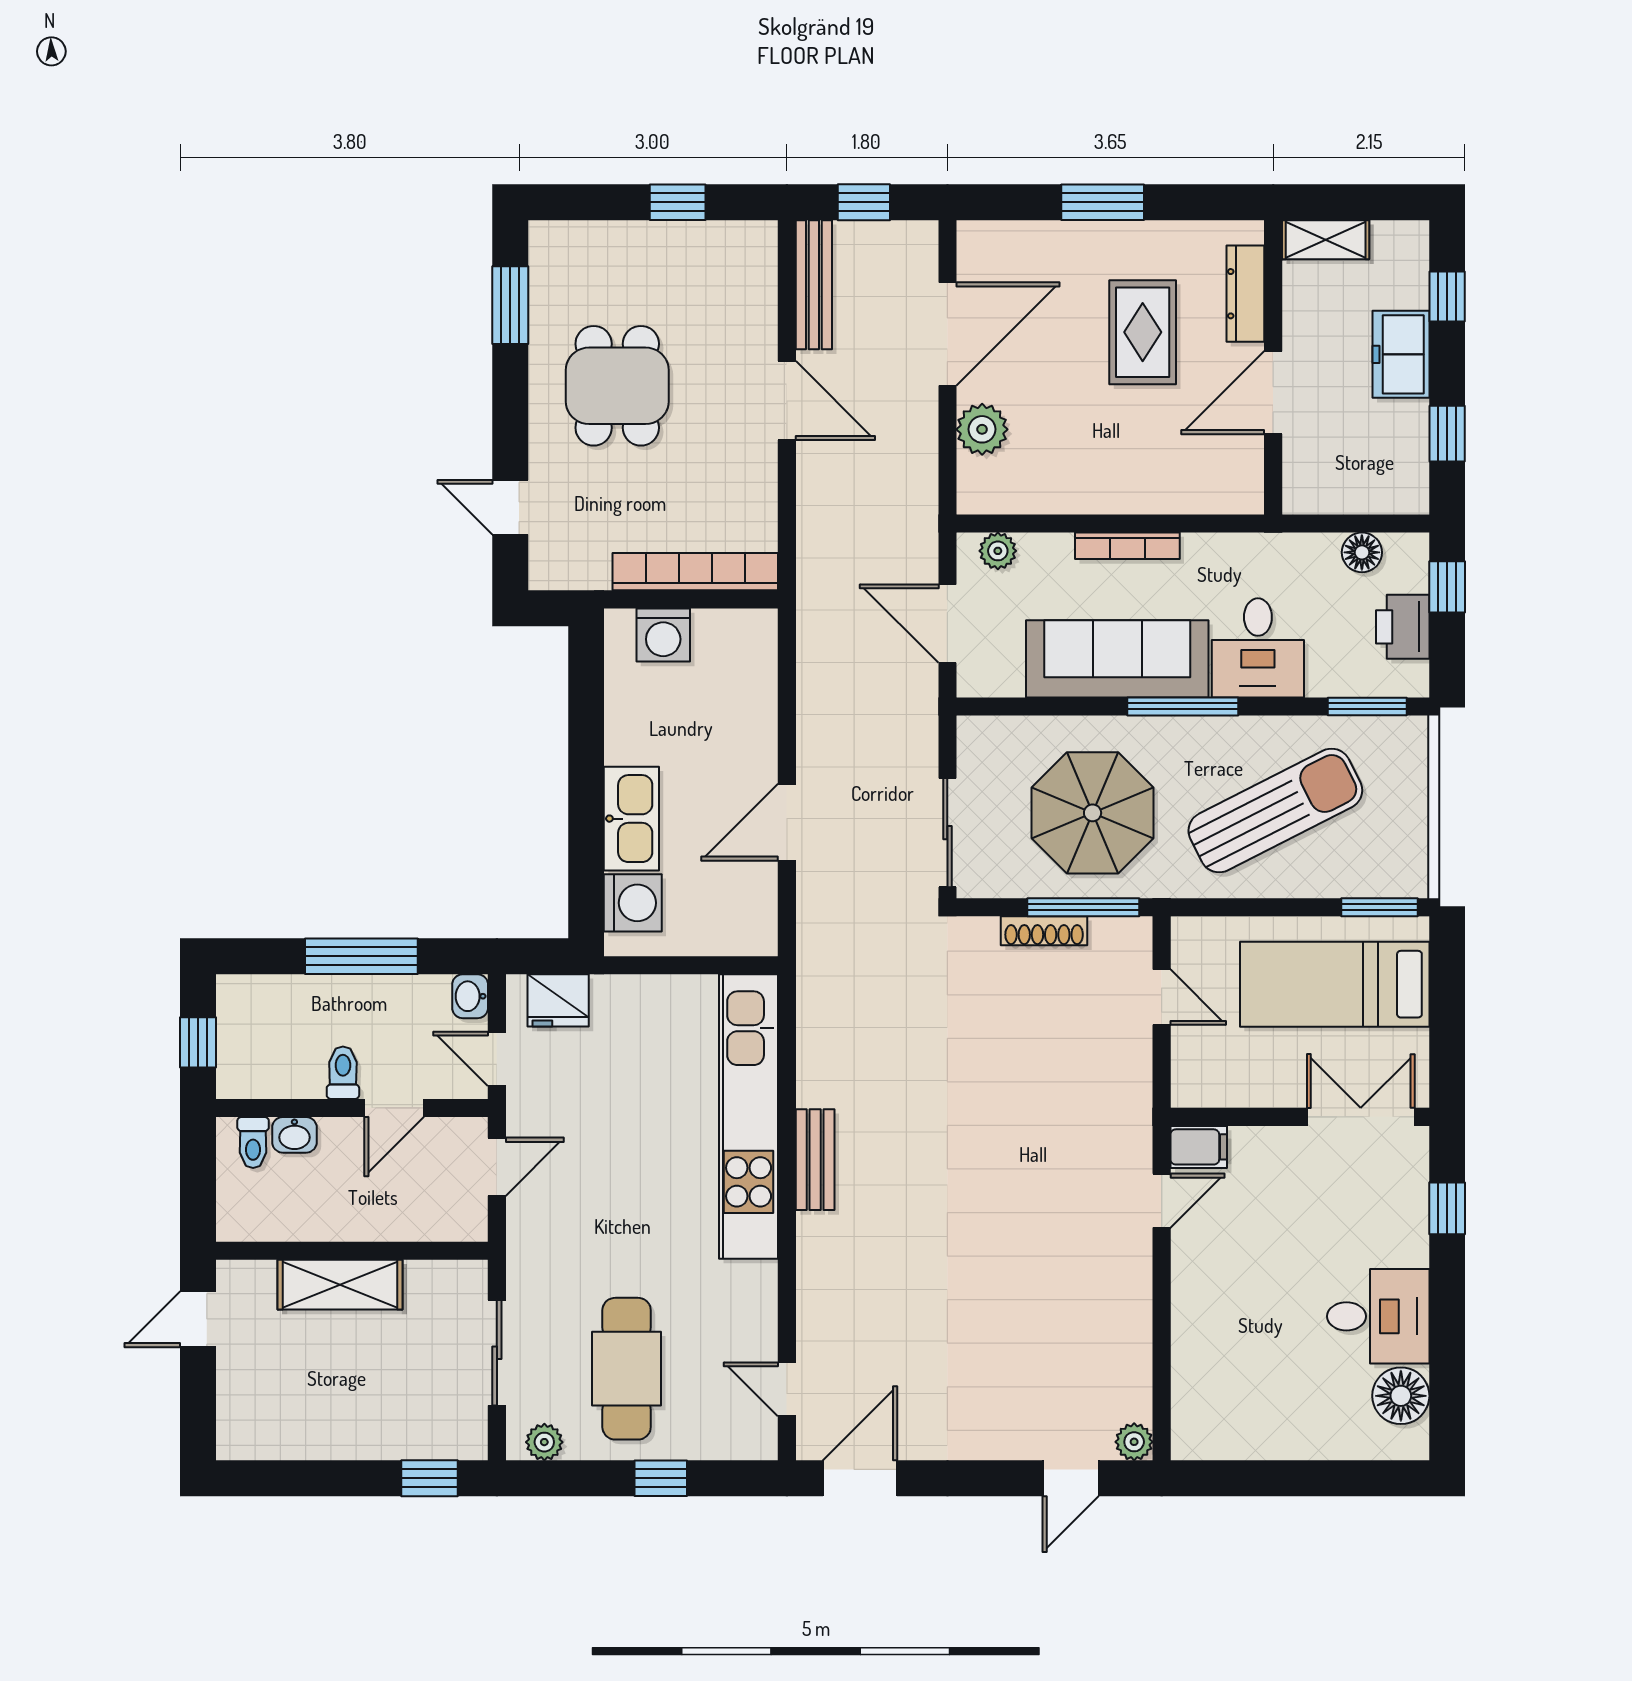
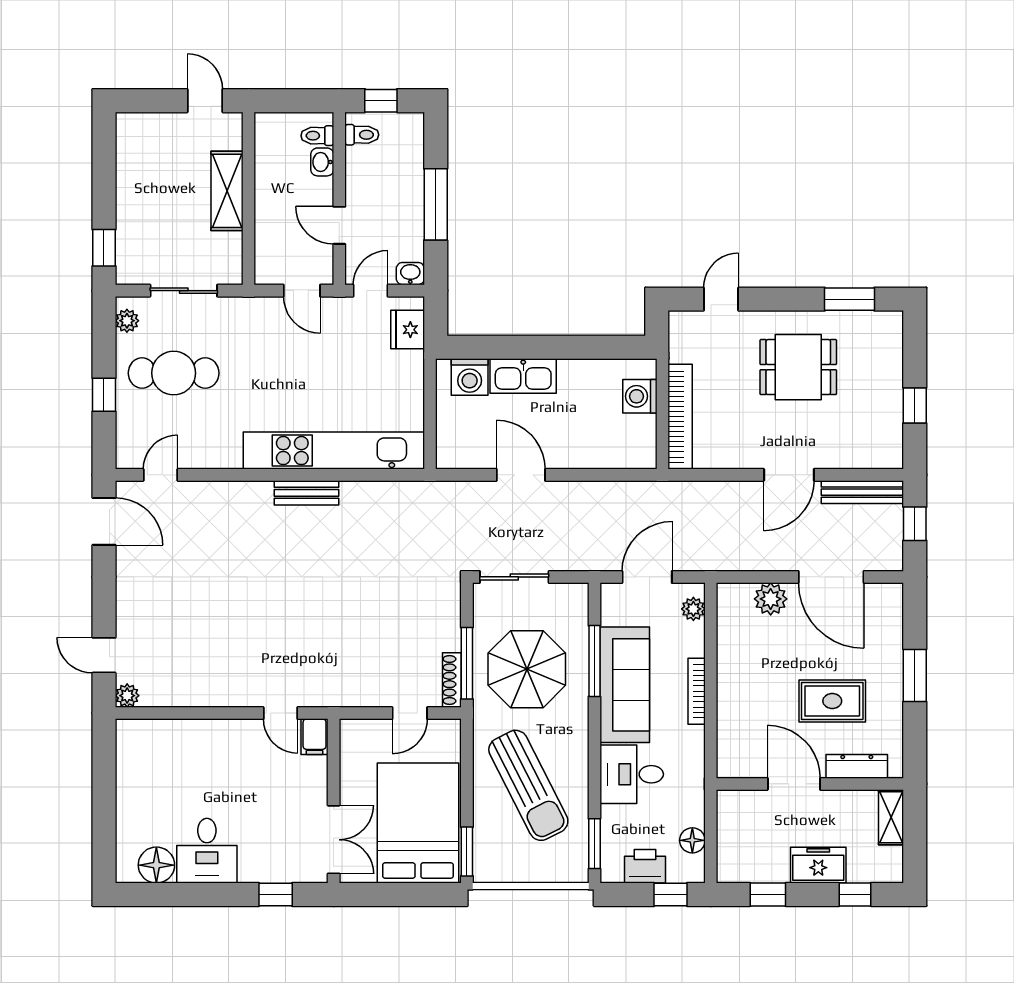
window: (1183, 706) -> (594, 661), moved
shoe rack: (1044, 931) -> (452, 680), moved
bed: (1335, 984) -> (418, 823), width x1.50
toilet: (343, 1073) -> (362, 135), moved

